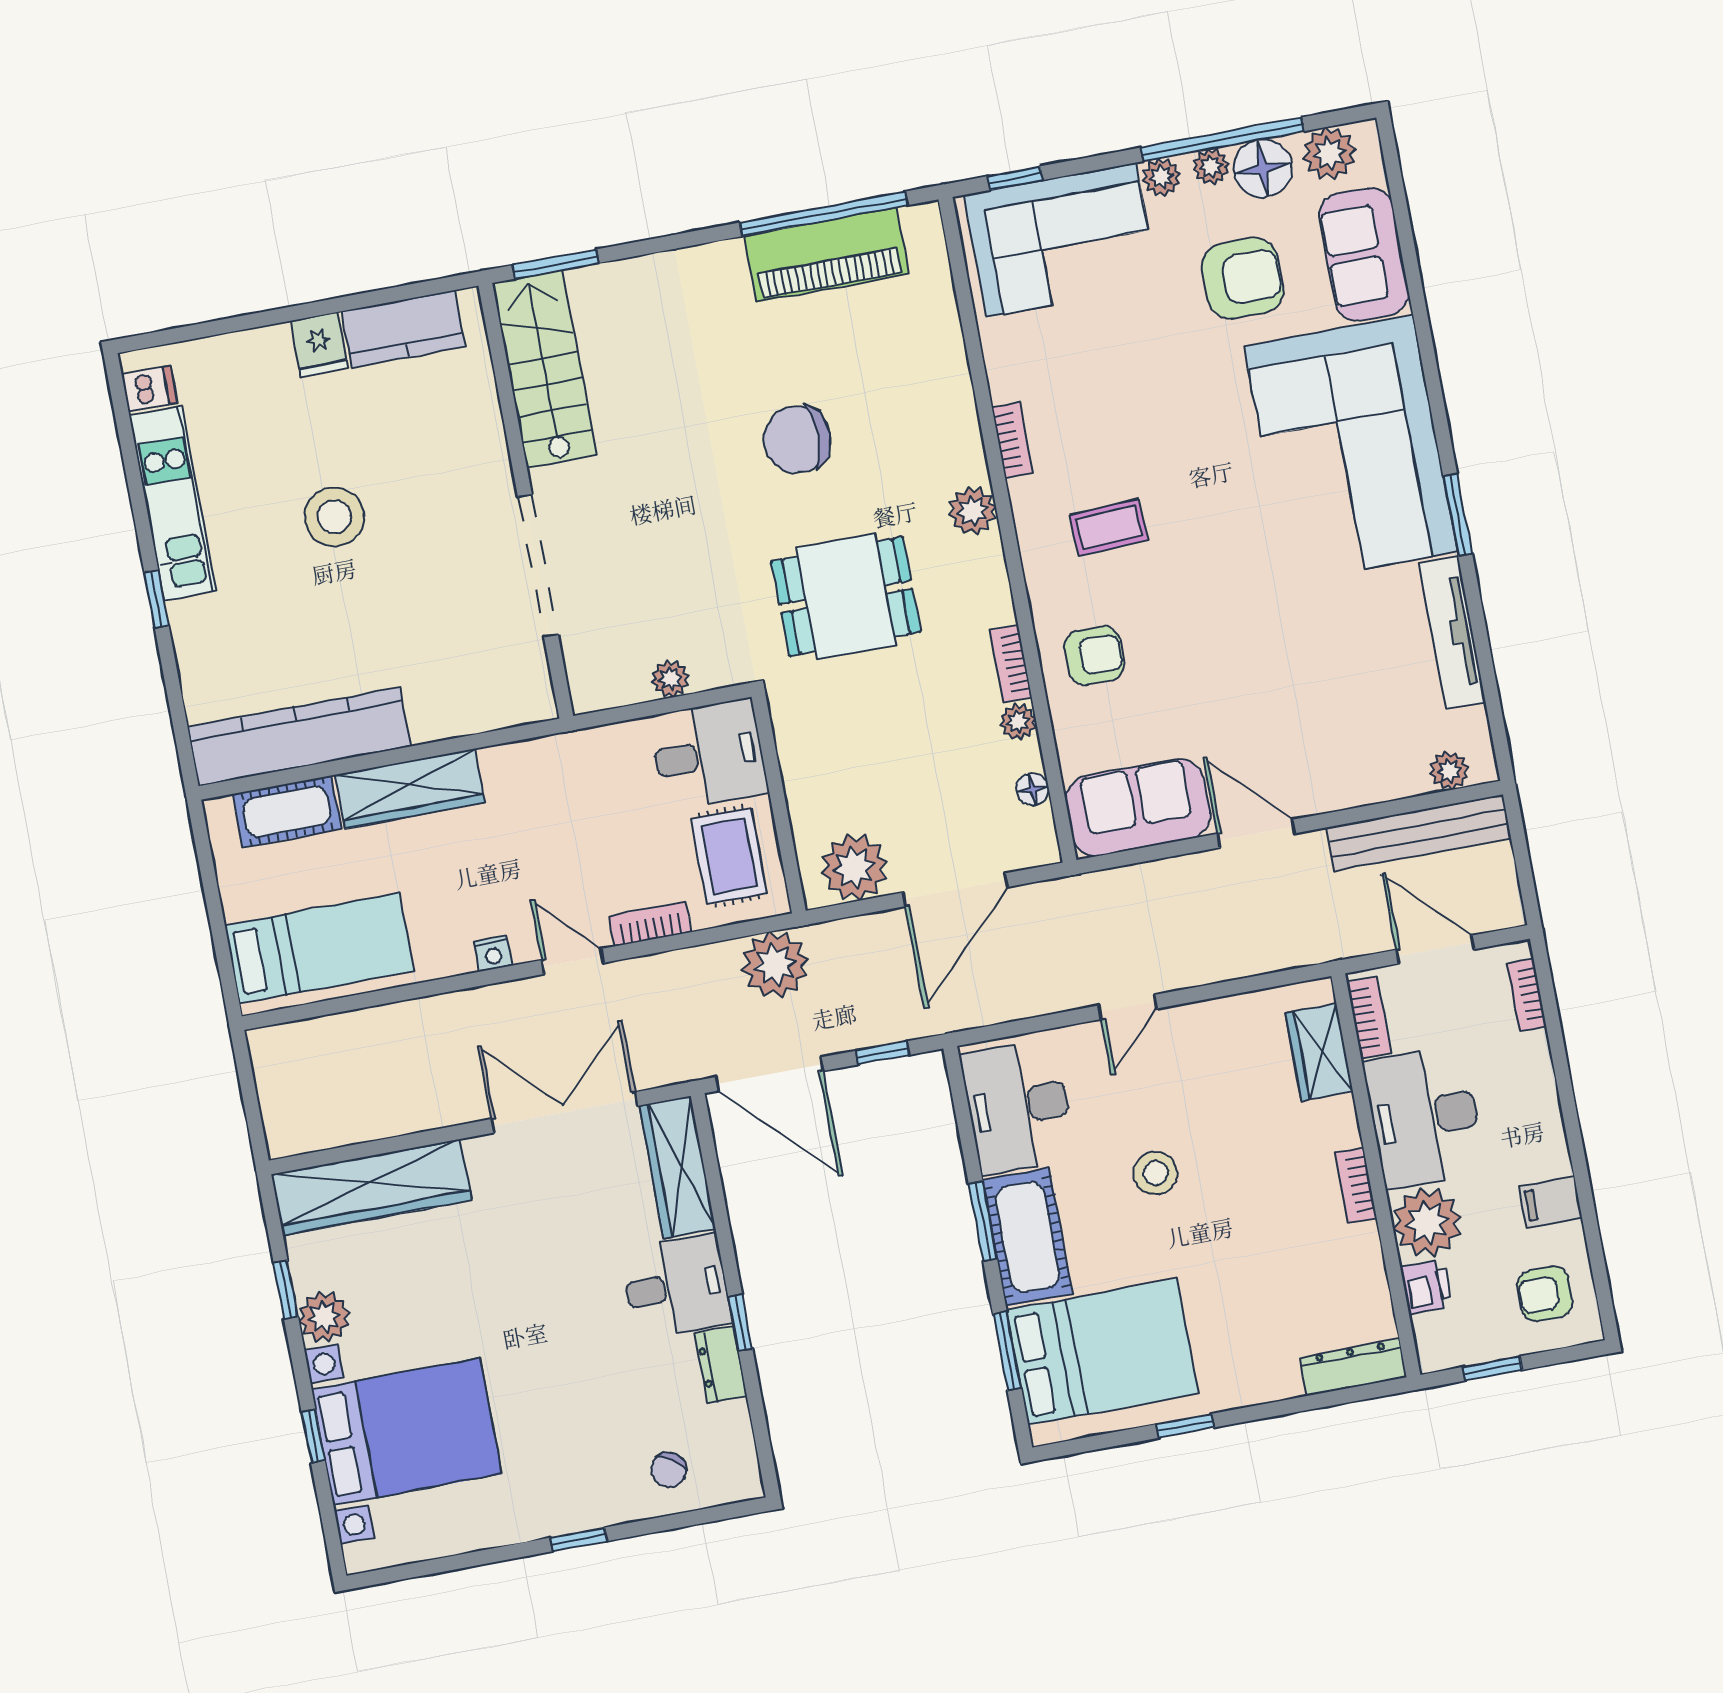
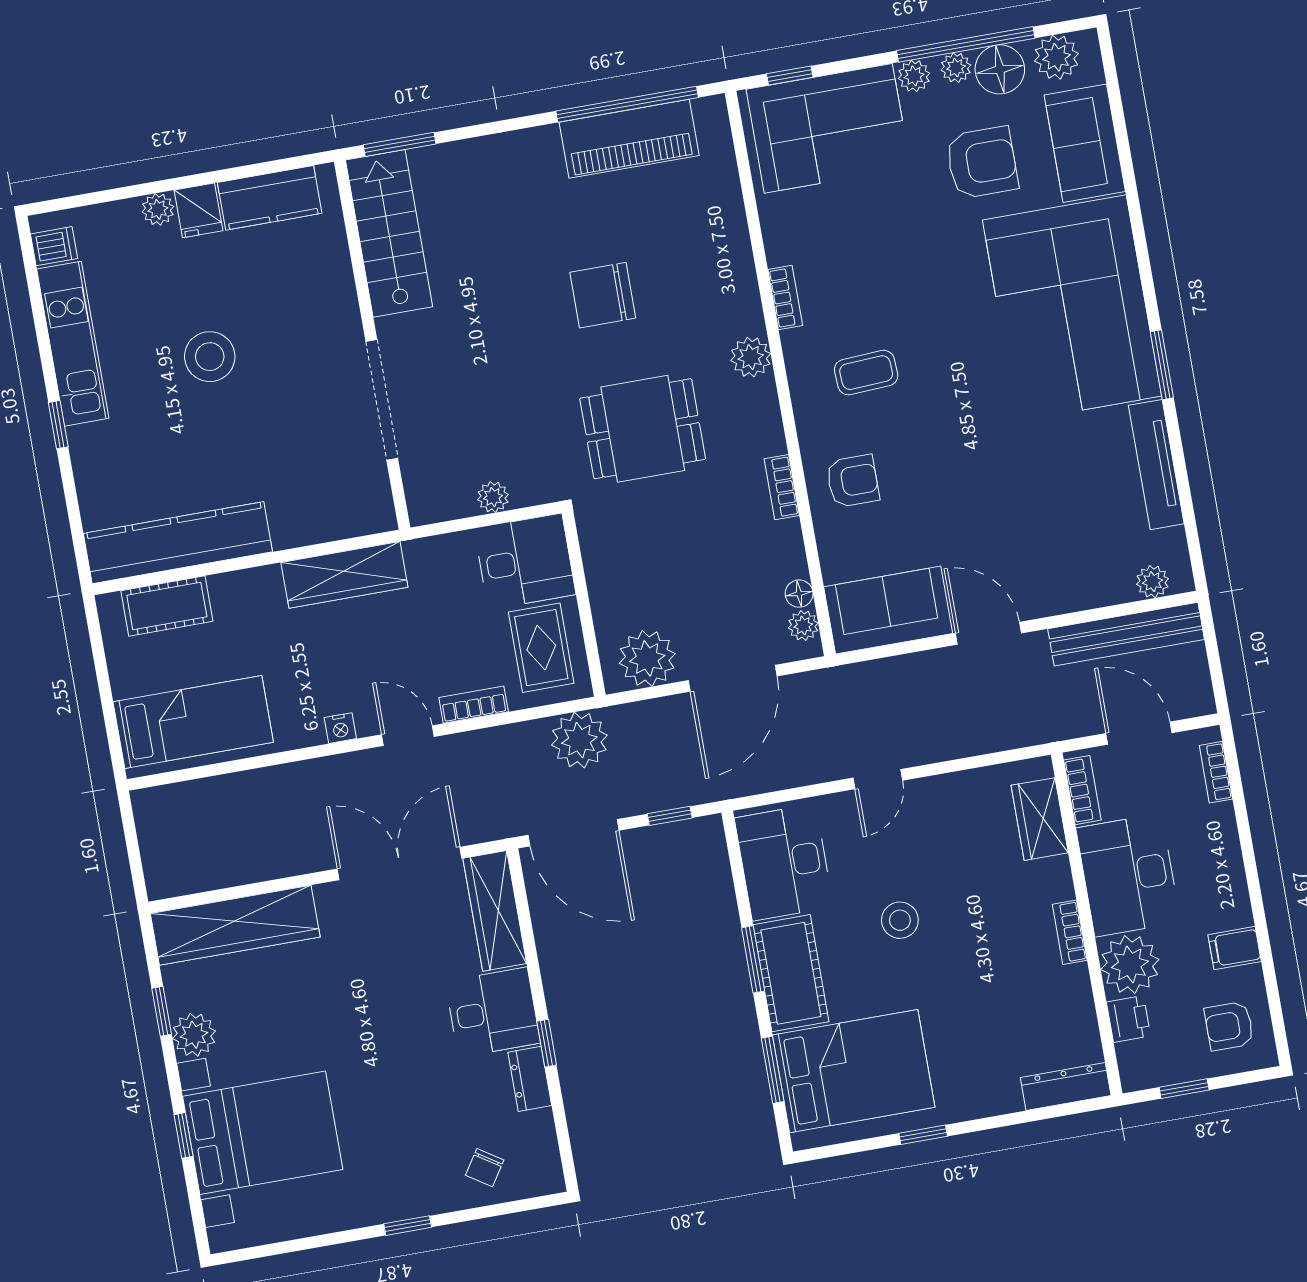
plant: (271, 344) -> (158, 209), added
plant: (1018, 722) -> (803, 626), moved
wardrobe: (410, 789) -> (344, 575), moved

